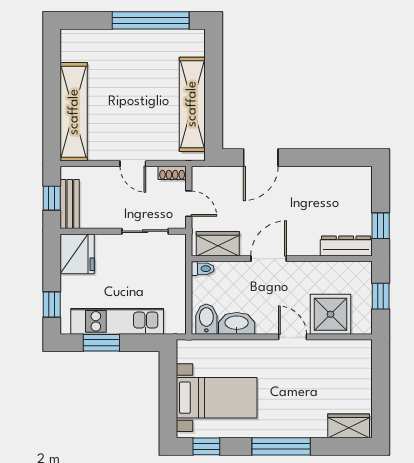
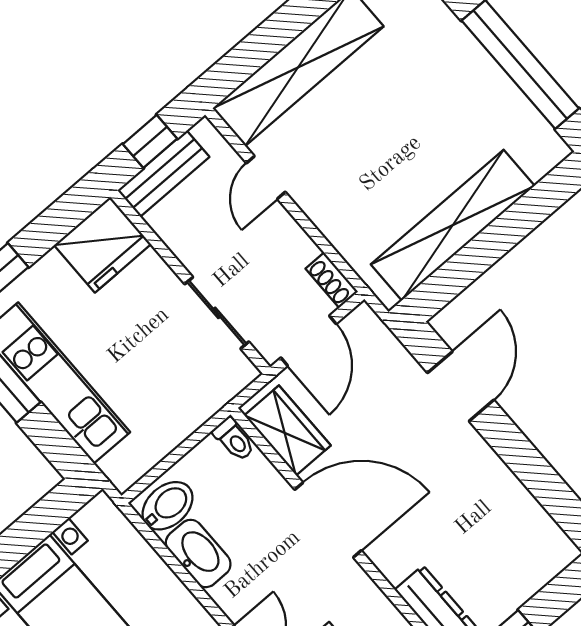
door: (261, 158) -> (461, 386), swing flipped
door: (133, 164) -> (266, 177), moved
door: (189, 204) -> (308, 341), width x1.38
door: (269, 259) -> (328, 520), width x1.36

